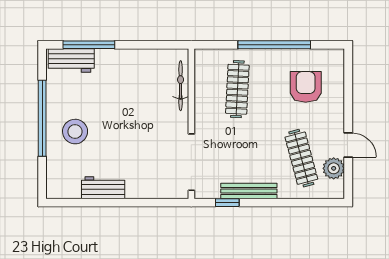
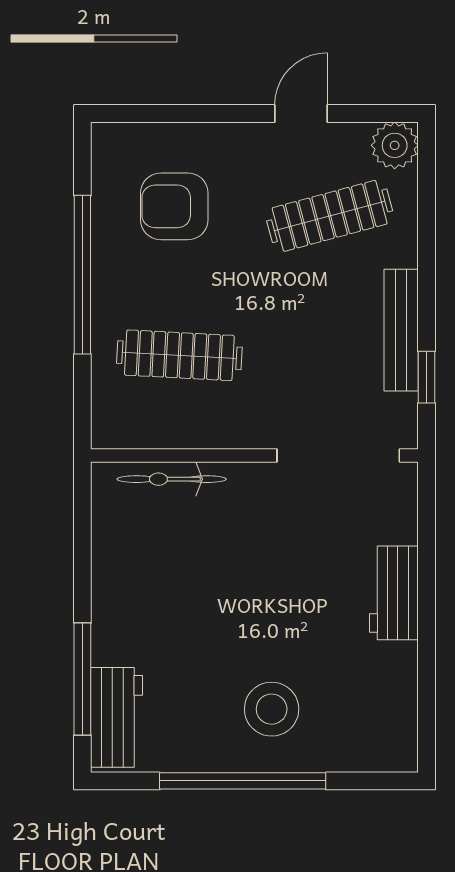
plant: (334, 168) -> (395, 145), moved
workbench: (103, 188) -> (394, 593), moved

